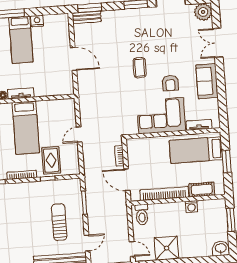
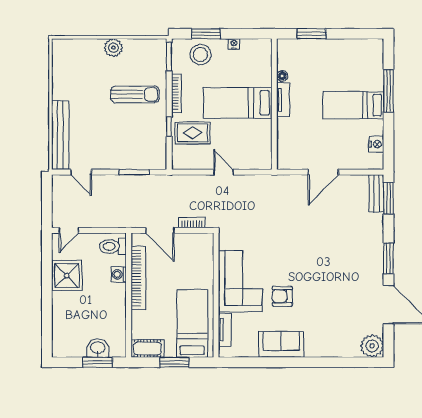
nightstand: (37, 21) -> (376, 144), moved
double door: (218, 43) -> (330, 362), removed
coffee table: (140, 68) -> (305, 258), removed
door: (127, 180) -> (160, 230), swing flipped
cot: (202, 190) -> (147, 349), moved, turned 90
washing machine: (191, 207) -> (119, 274), moved
sun lounger: (59, 222) -> (135, 94), moved
washbasin: (221, 248) -> (98, 348), moved, turned -90

